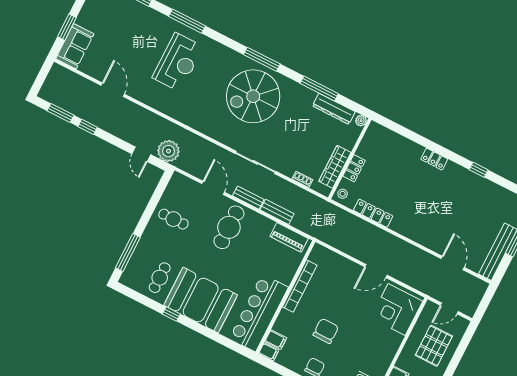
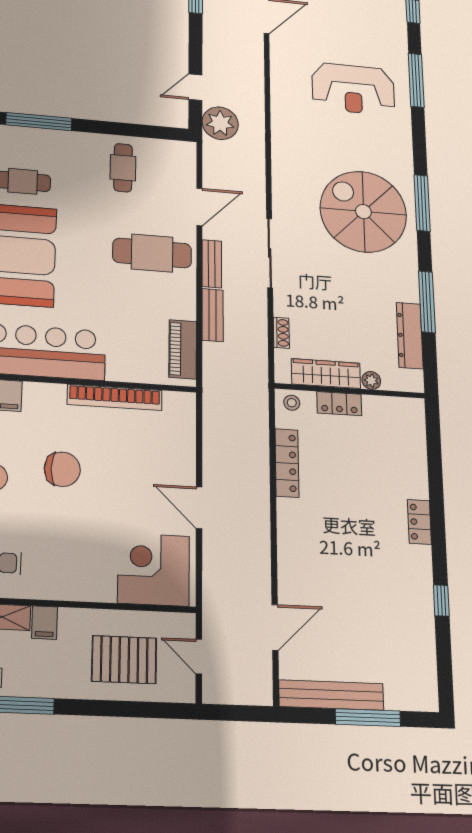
plant: (361, 121) -> (371, 380), moved

